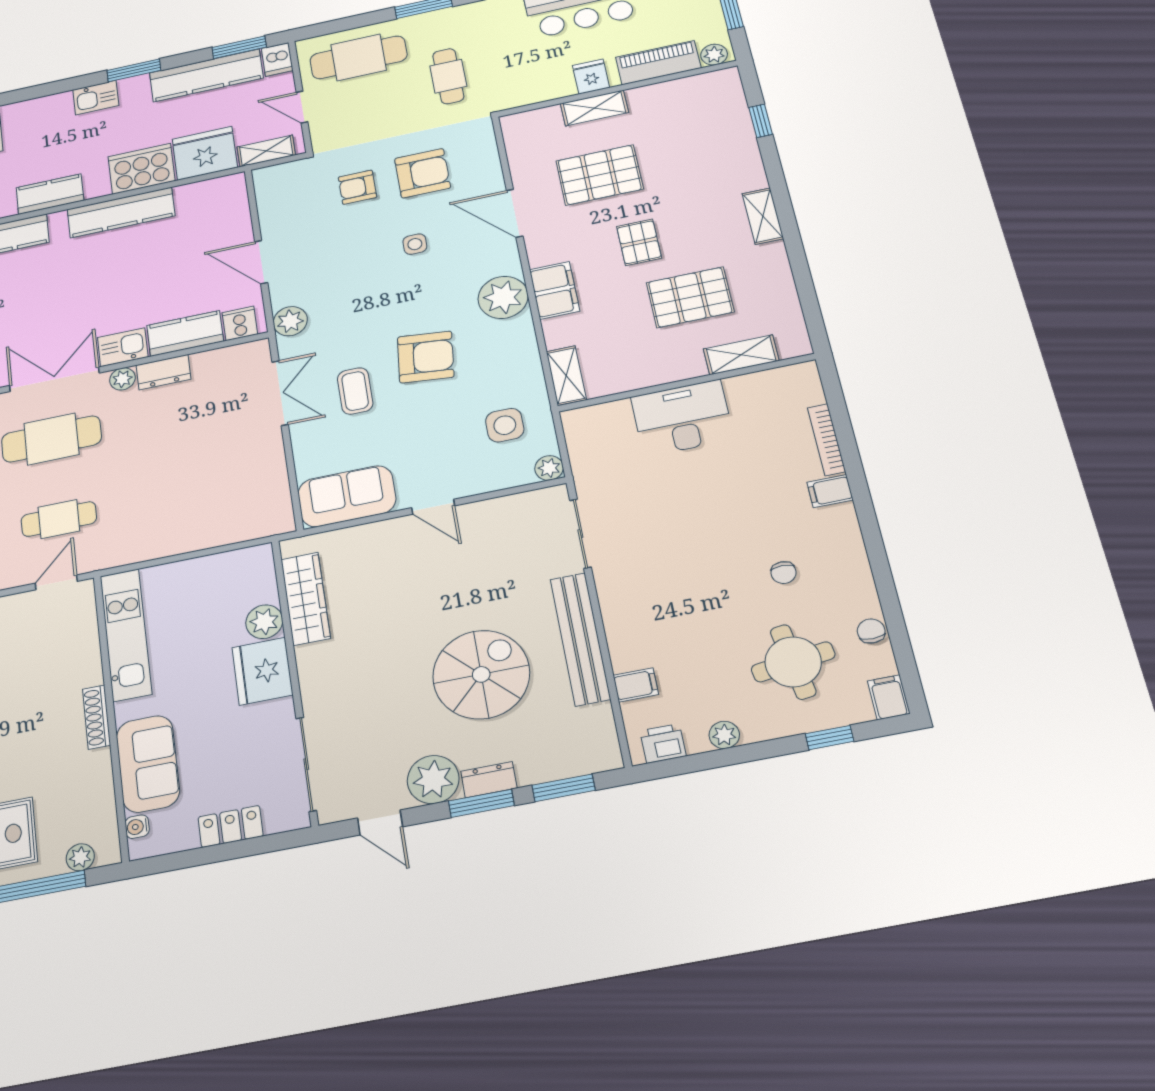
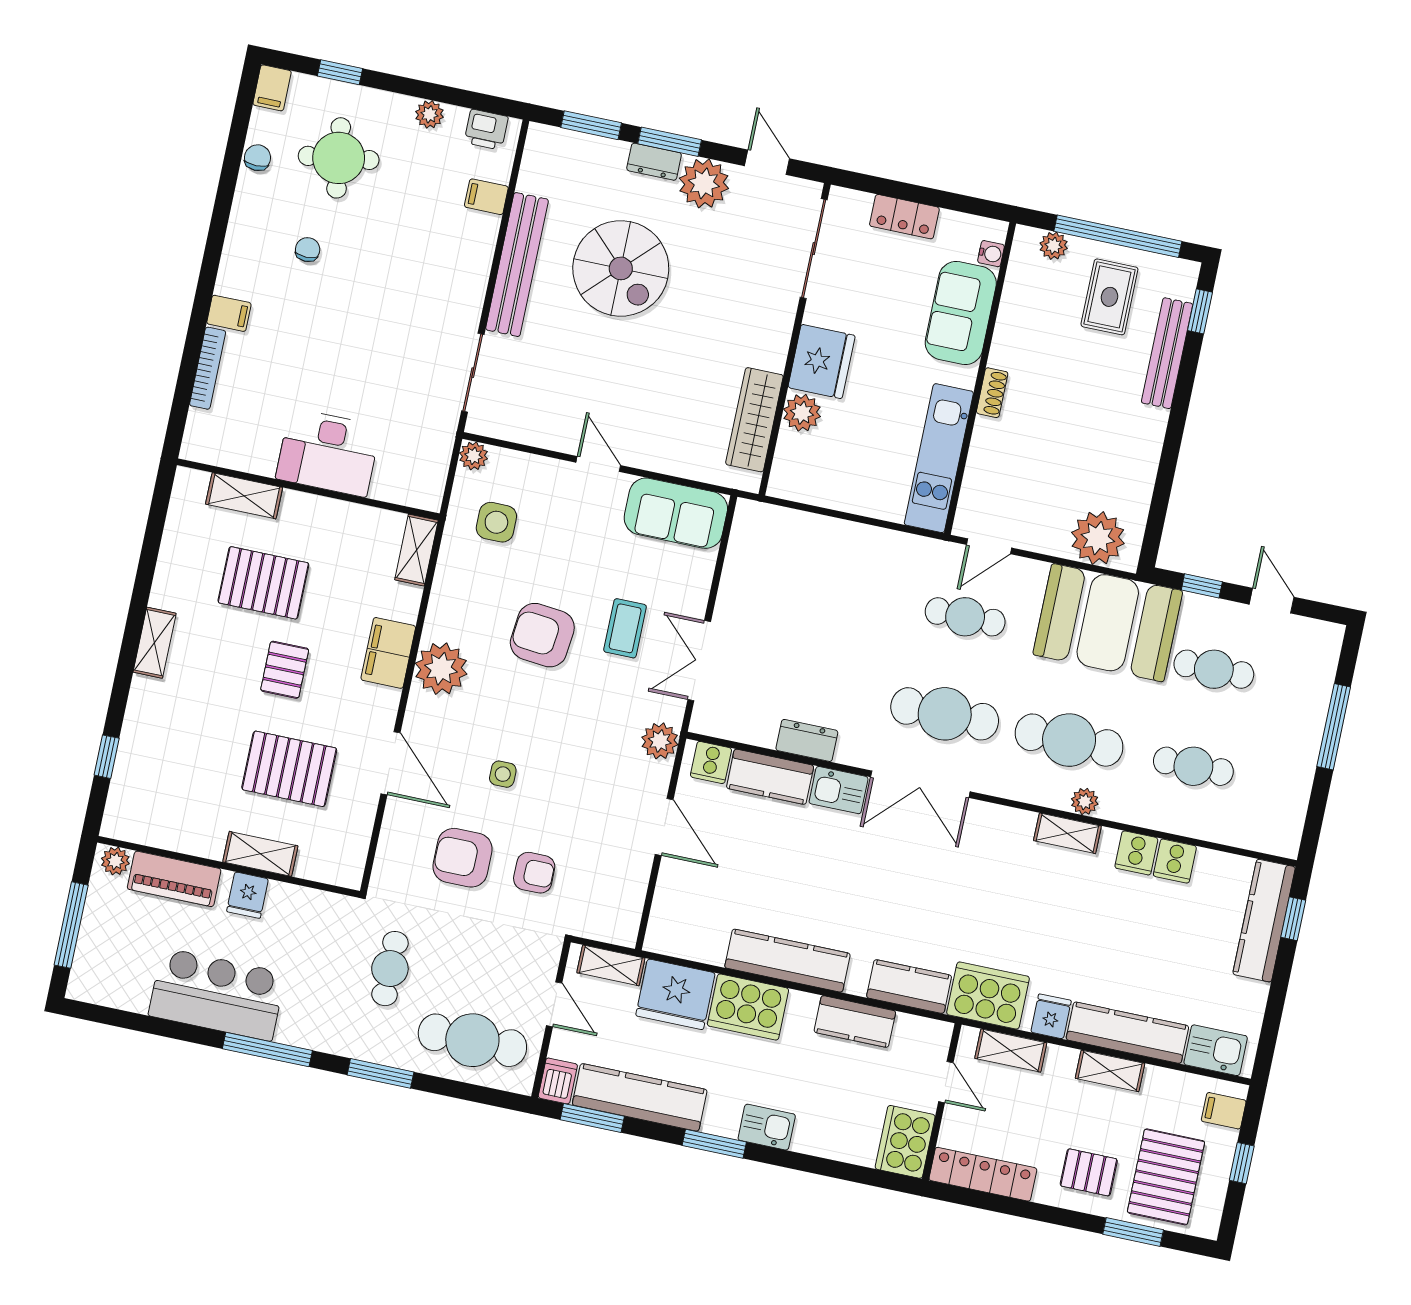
plant: (122, 379) -> (851, 752), removed
chair: (871, 631) -> (258, 158), turned 180
spiral stairs: (481, 674) -> (621, 268), turned -90
shoe rack: (97, 717) -> (992, 393), width x0.70

